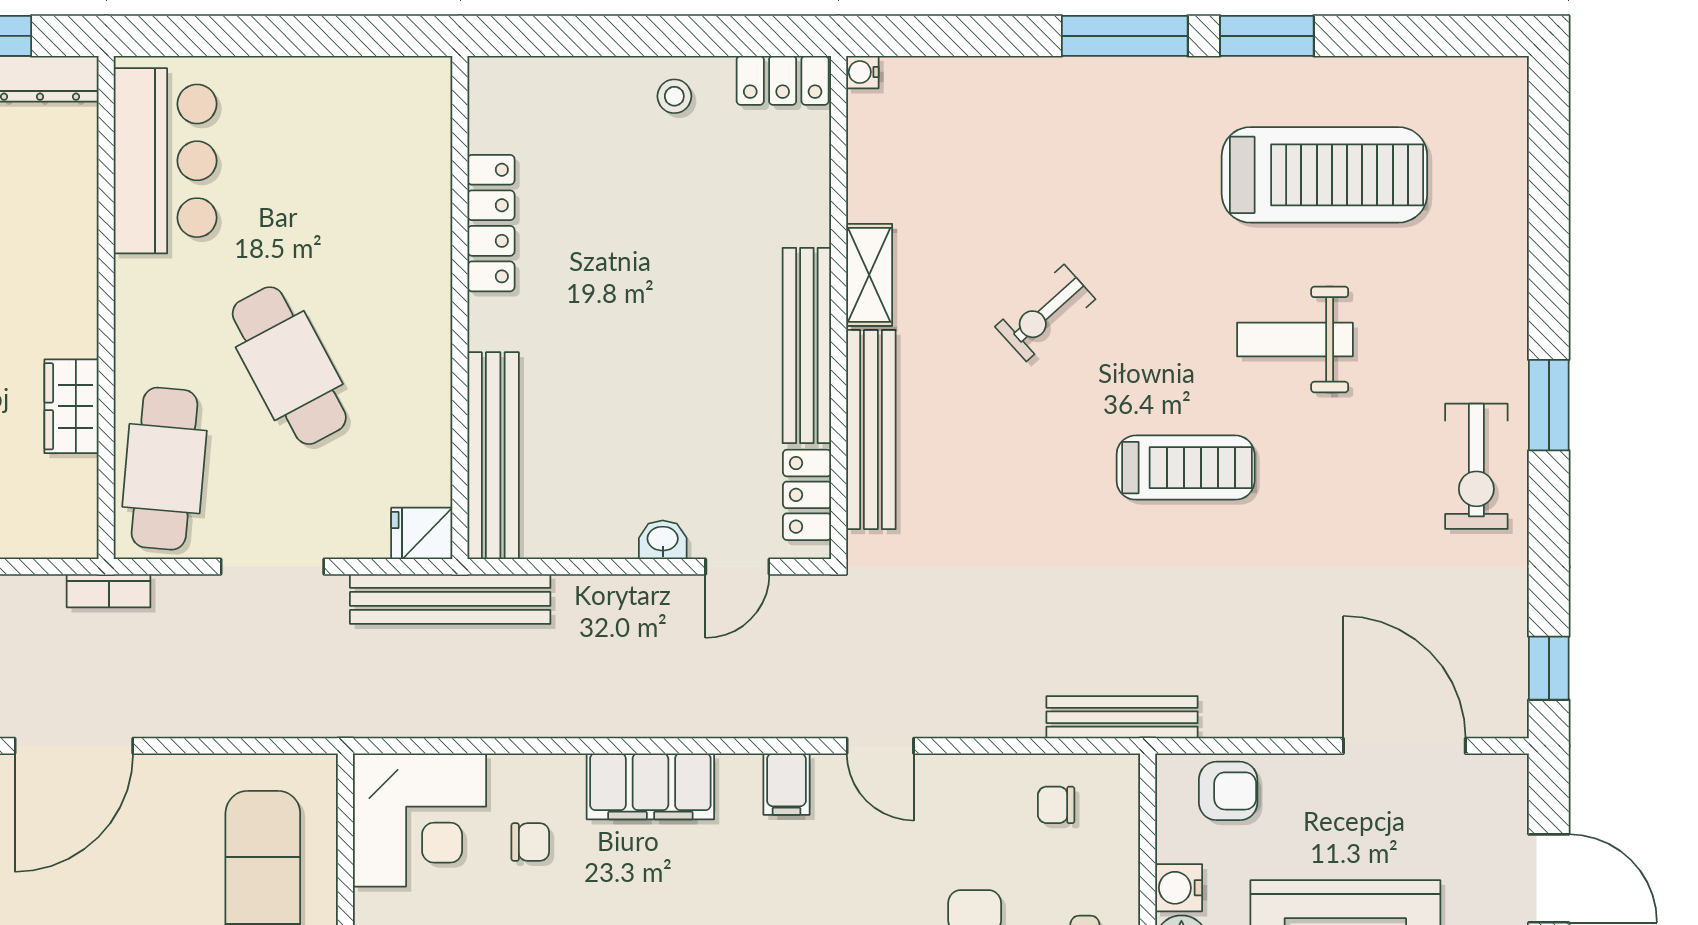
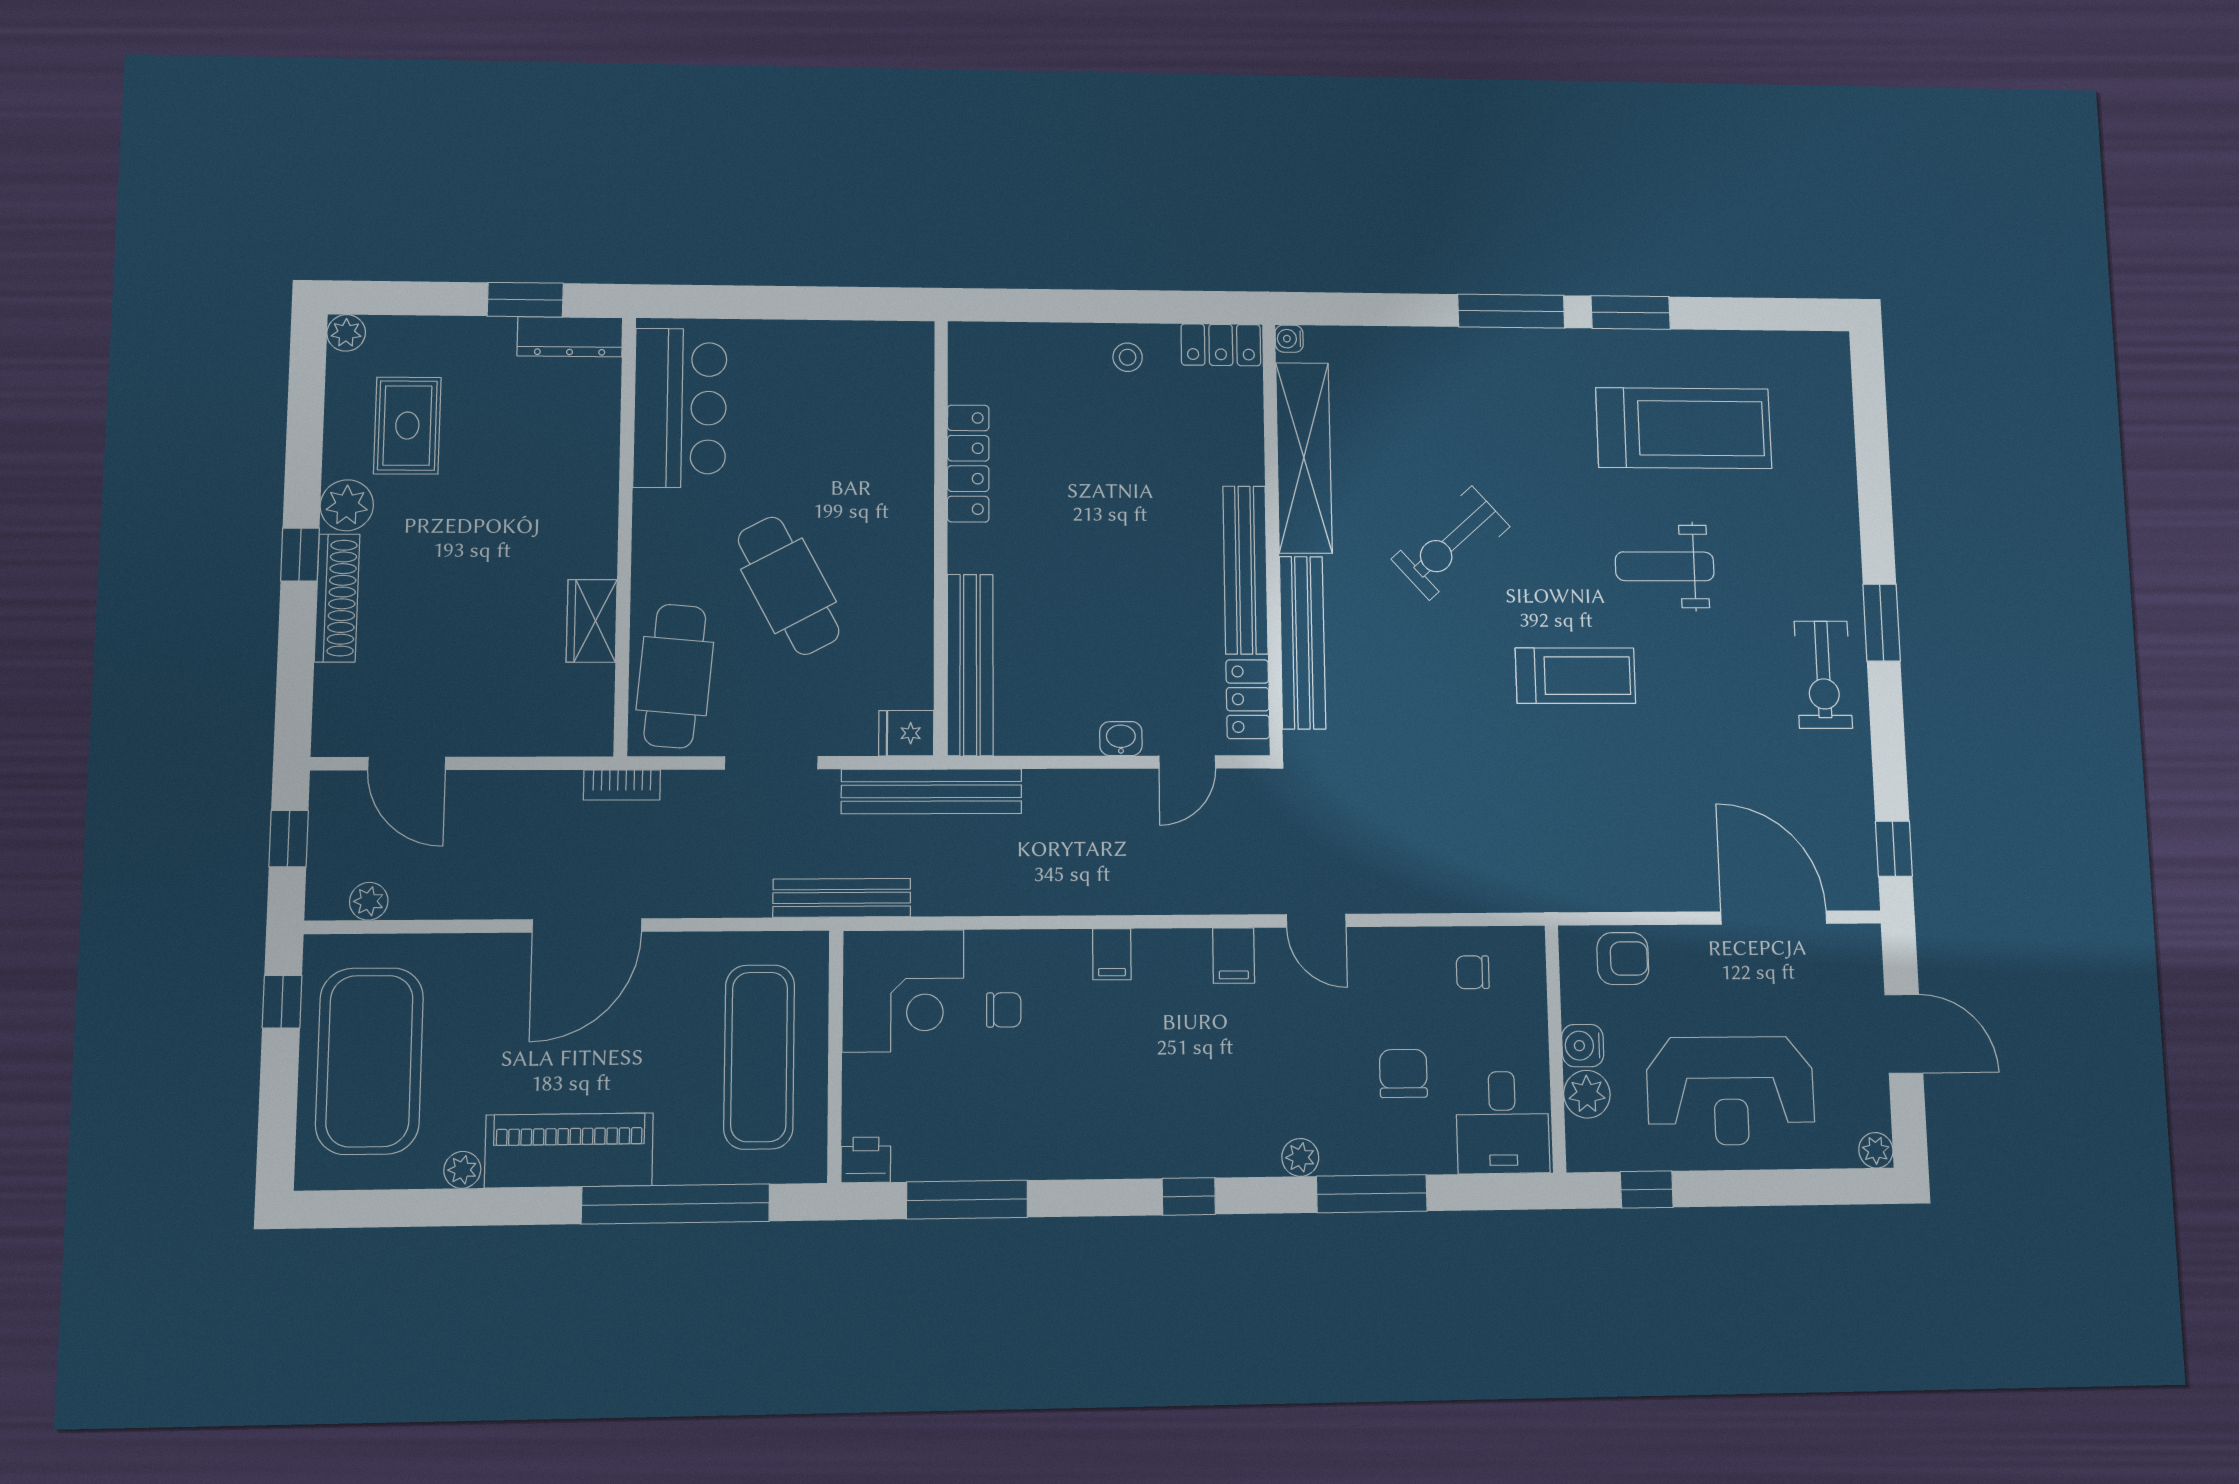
shelving: (869, 275) -> (1304, 458), width x2.20, depth x1.33
exercise bike: (1045, 313) -> (1451, 543), width x1.38, depth x1.39
bench: (1122, 717) -> (842, 898), moved
filing cabinet: (650, 786) -> (1112, 954), width x0.33, depth x0.86

